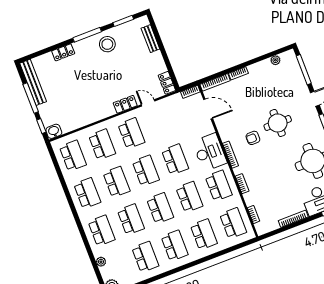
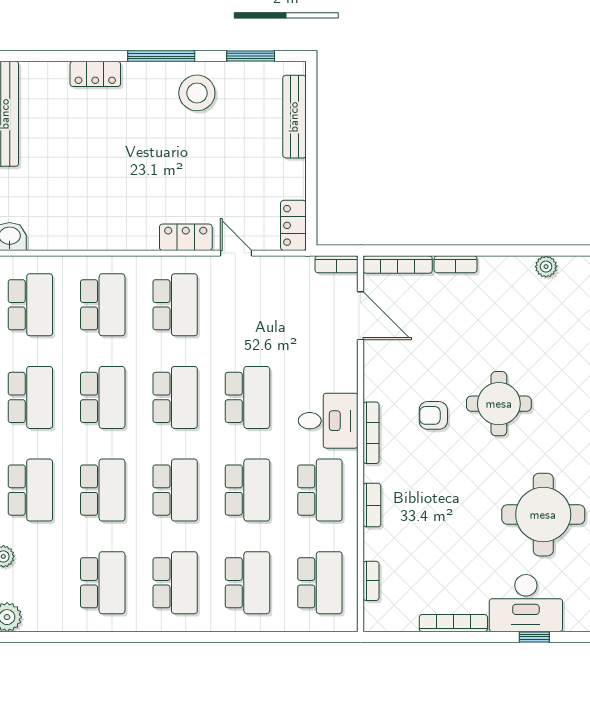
bench: (150, 39) -> (294, 117), width x1.36
desk: (210, 152) -> (328, 421), width x0.73

